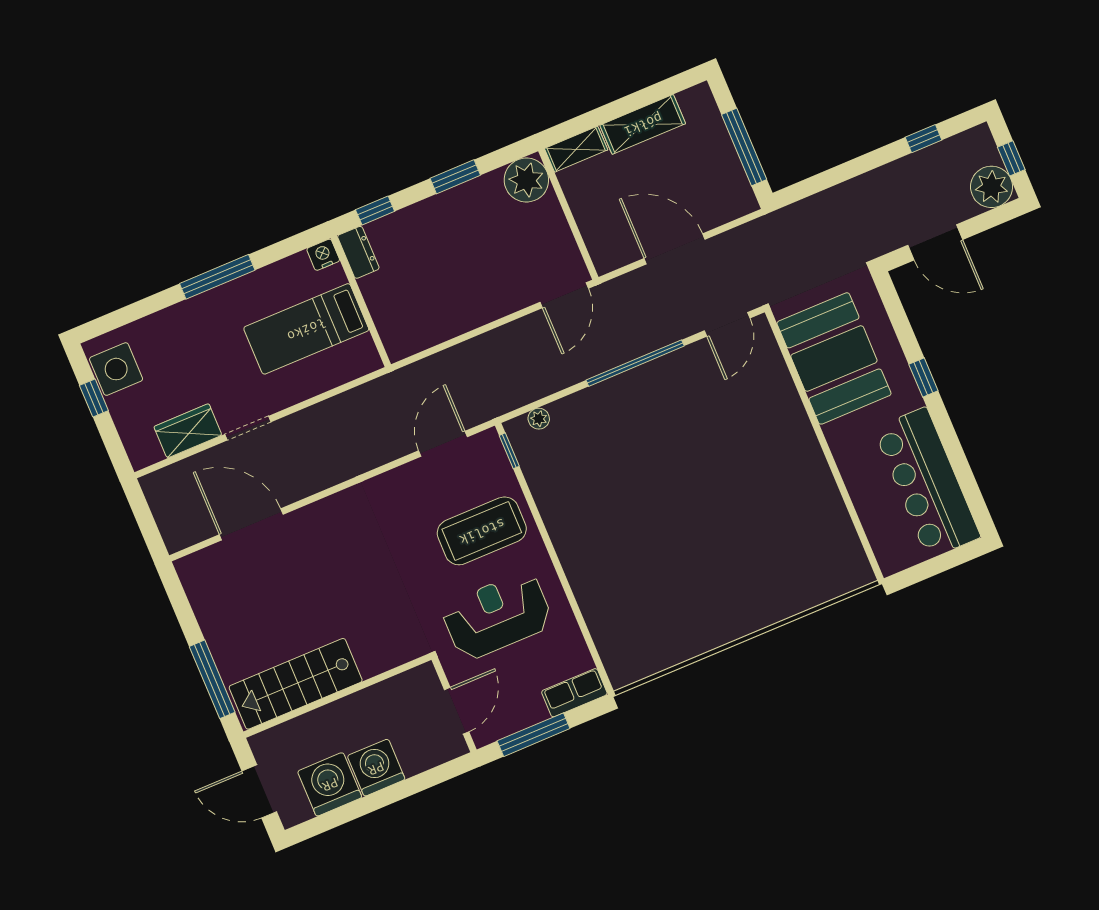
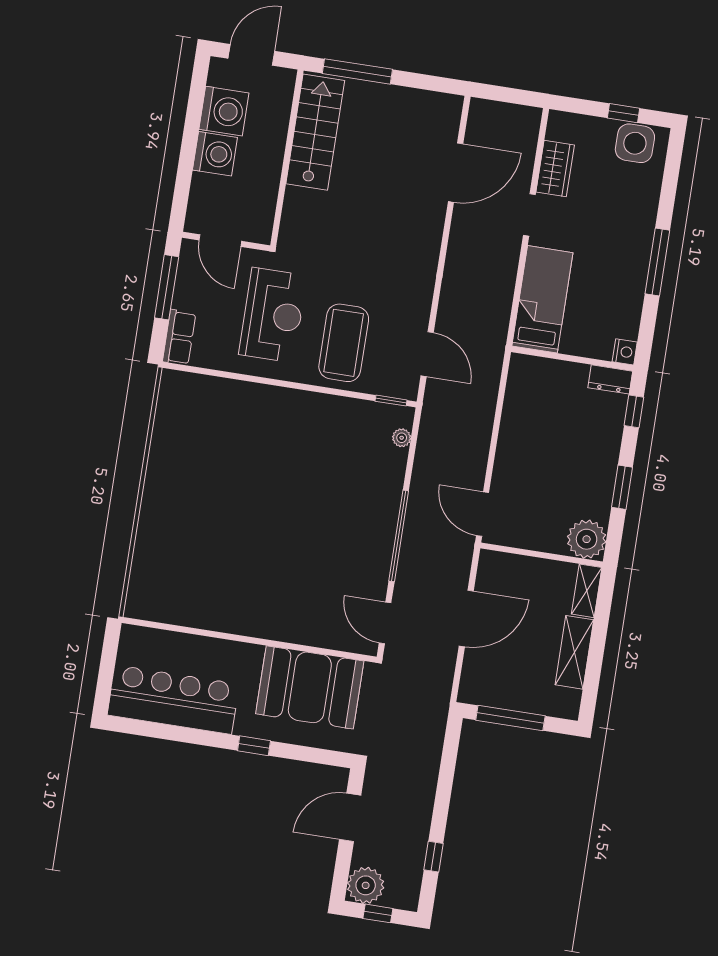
bed: (306, 329) -> (542, 299), moved

